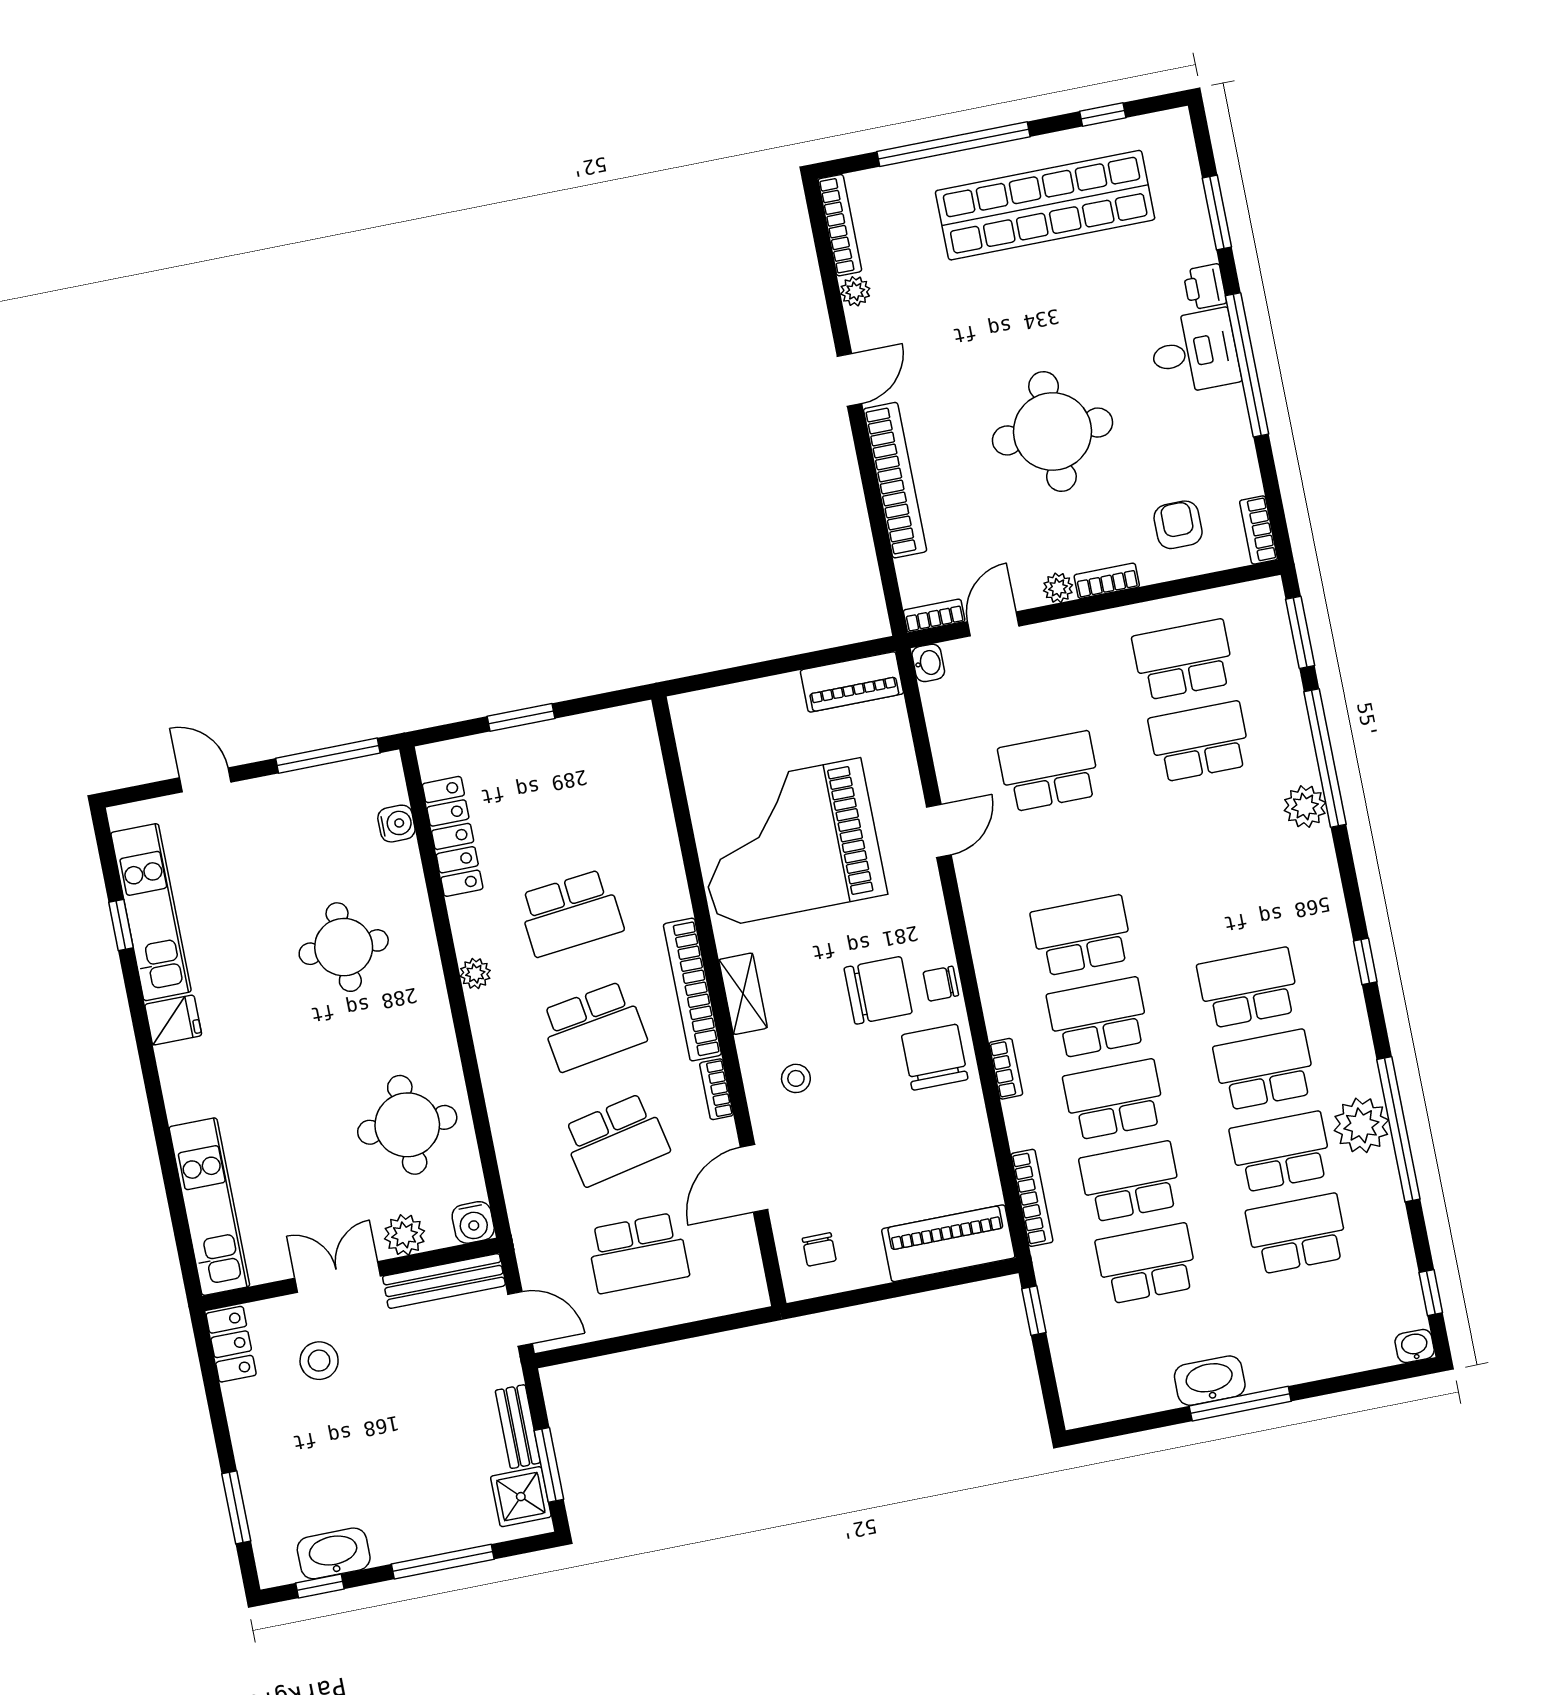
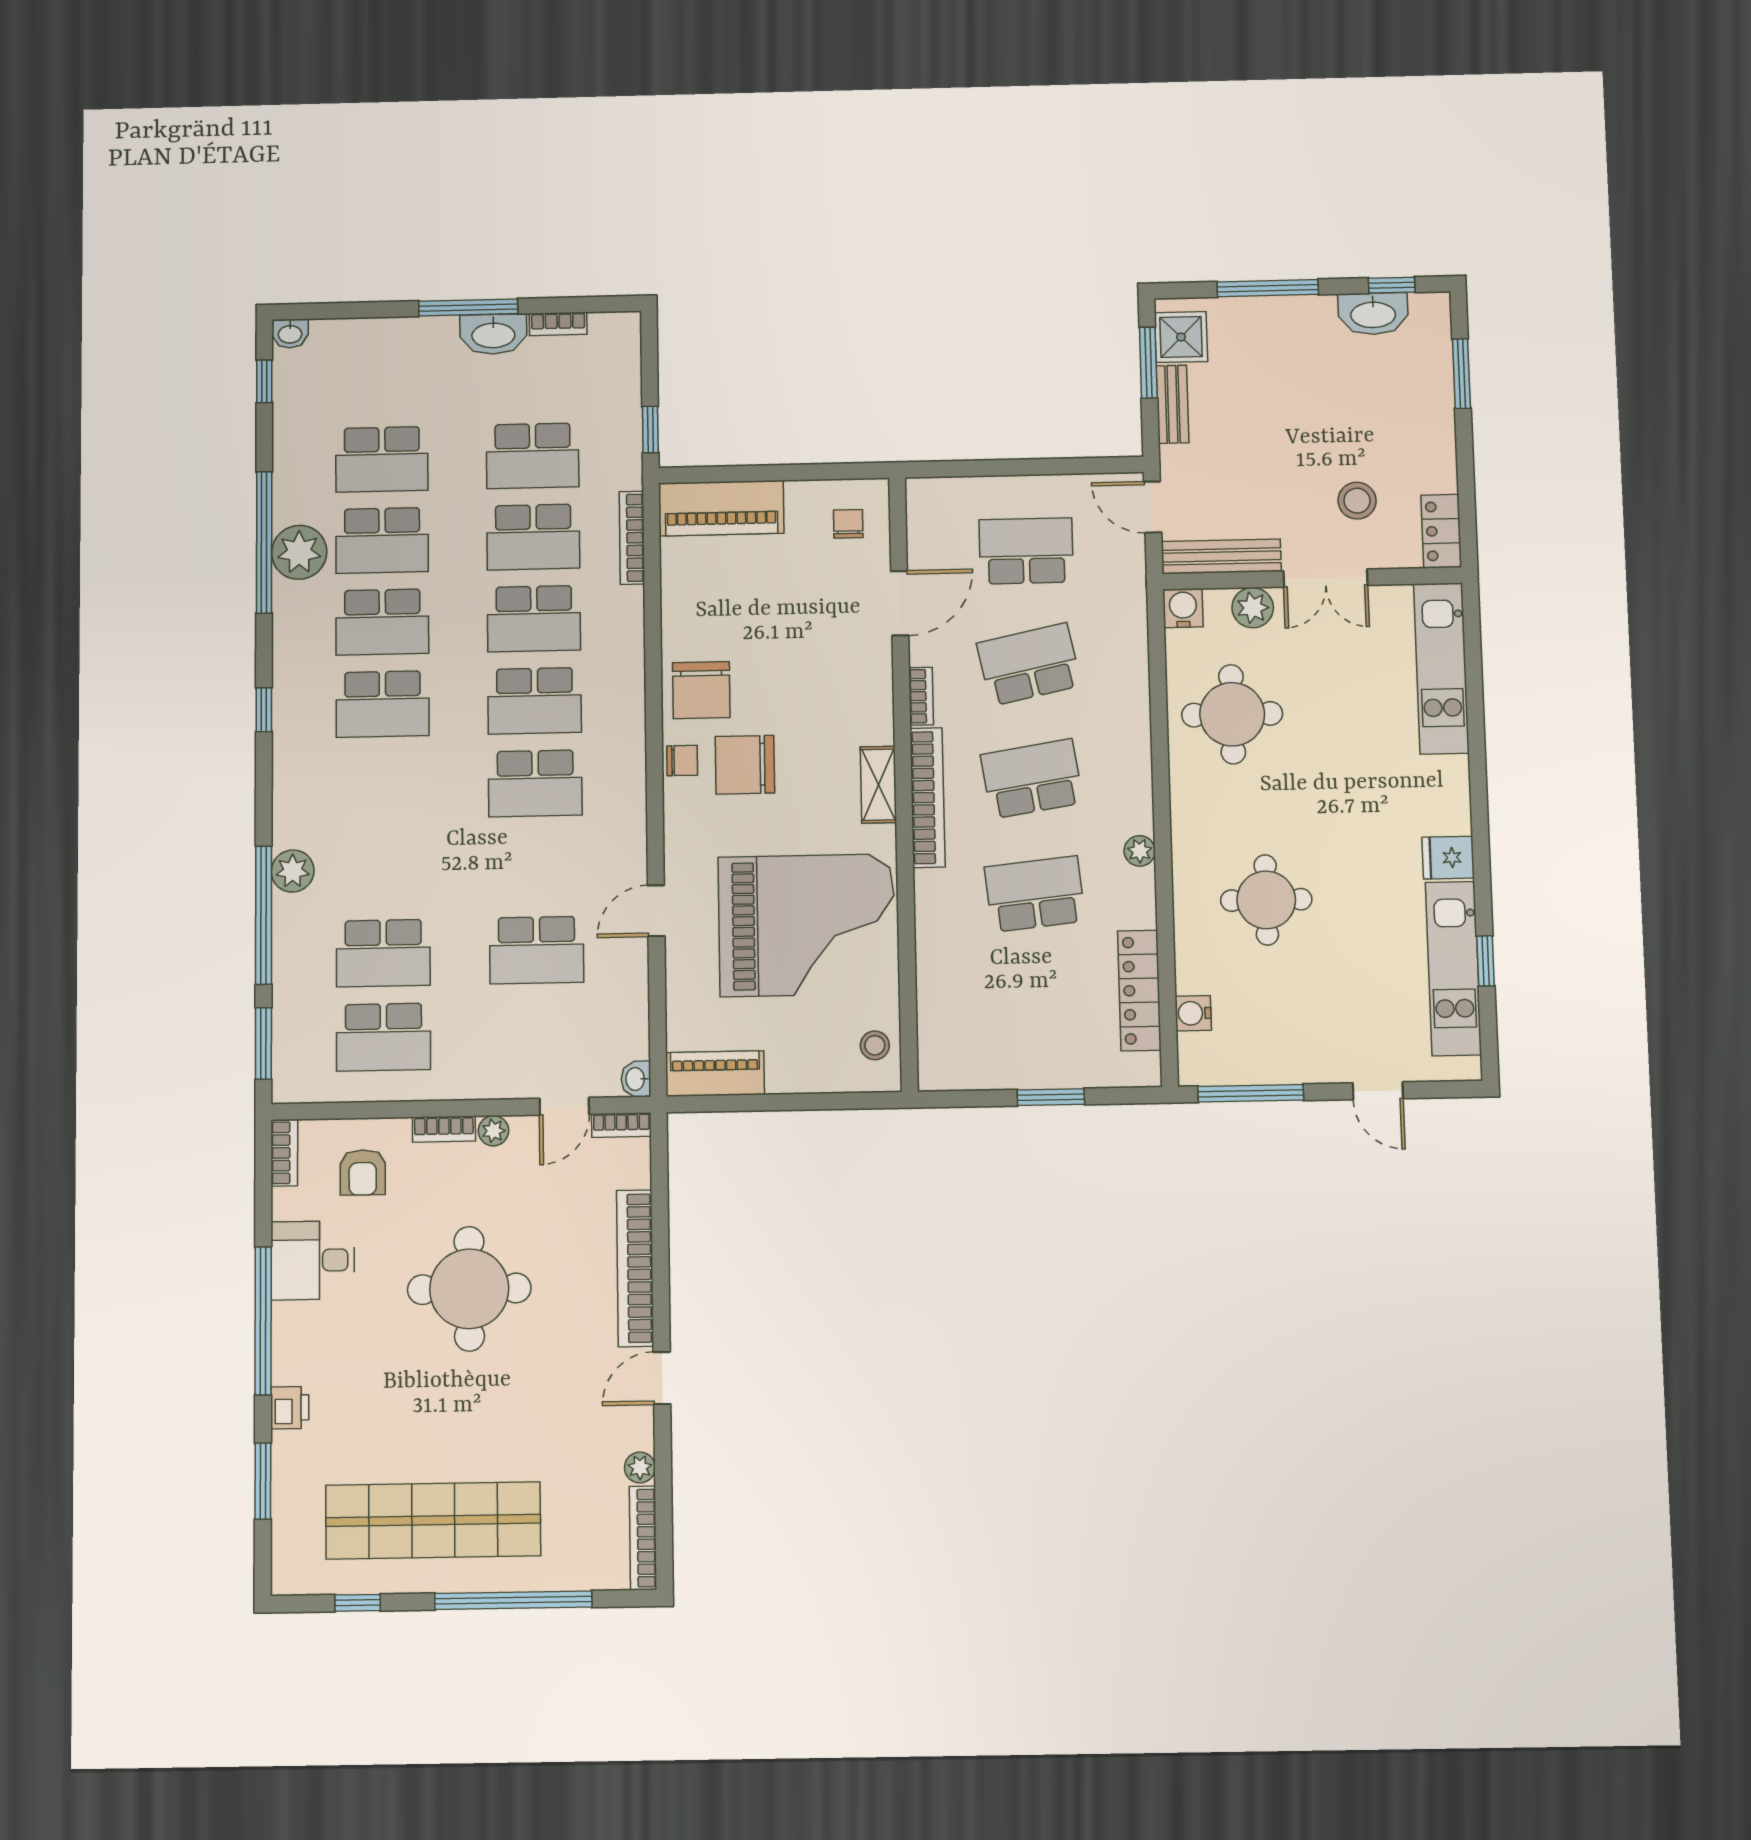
desk: (1194, 352) -> (313, 1260), moved
bookcase: (1006, 1069) -> (558, 324), moved, turned -90
stool: (796, 1078) -> (875, 1045), moved

